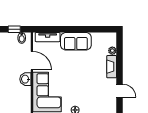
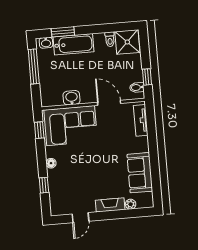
sofa: (76, 41) -> (140, 173), moved
door: (32, 61) -> (109, 103), swing flipped
washbasin: (25, 79) -> (72, 98), moved

